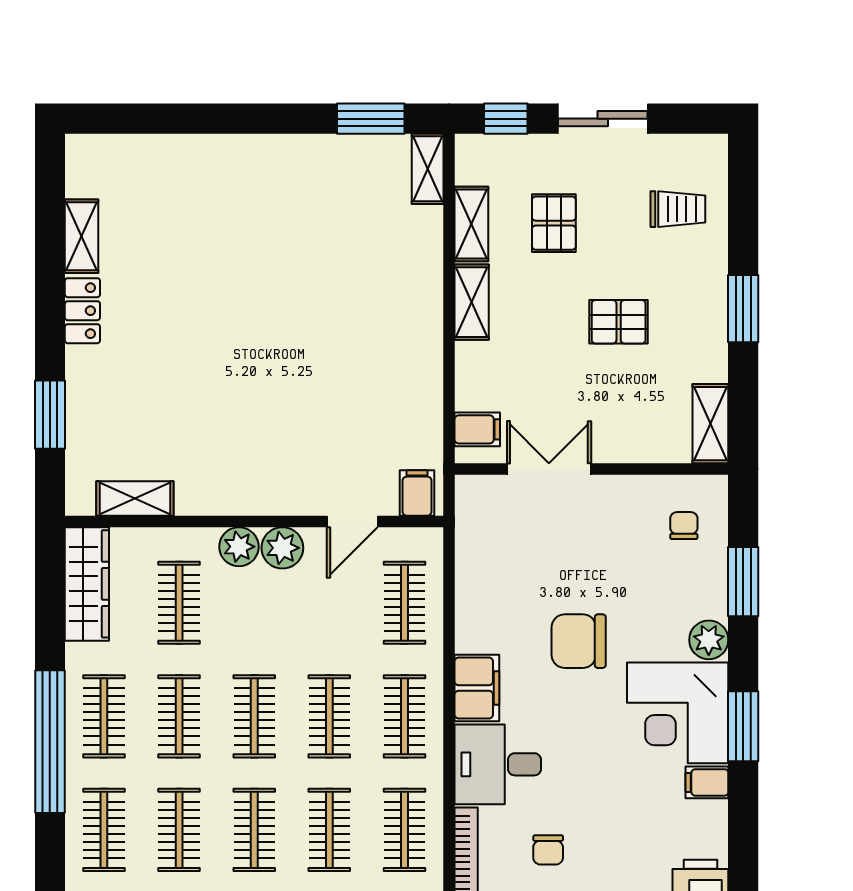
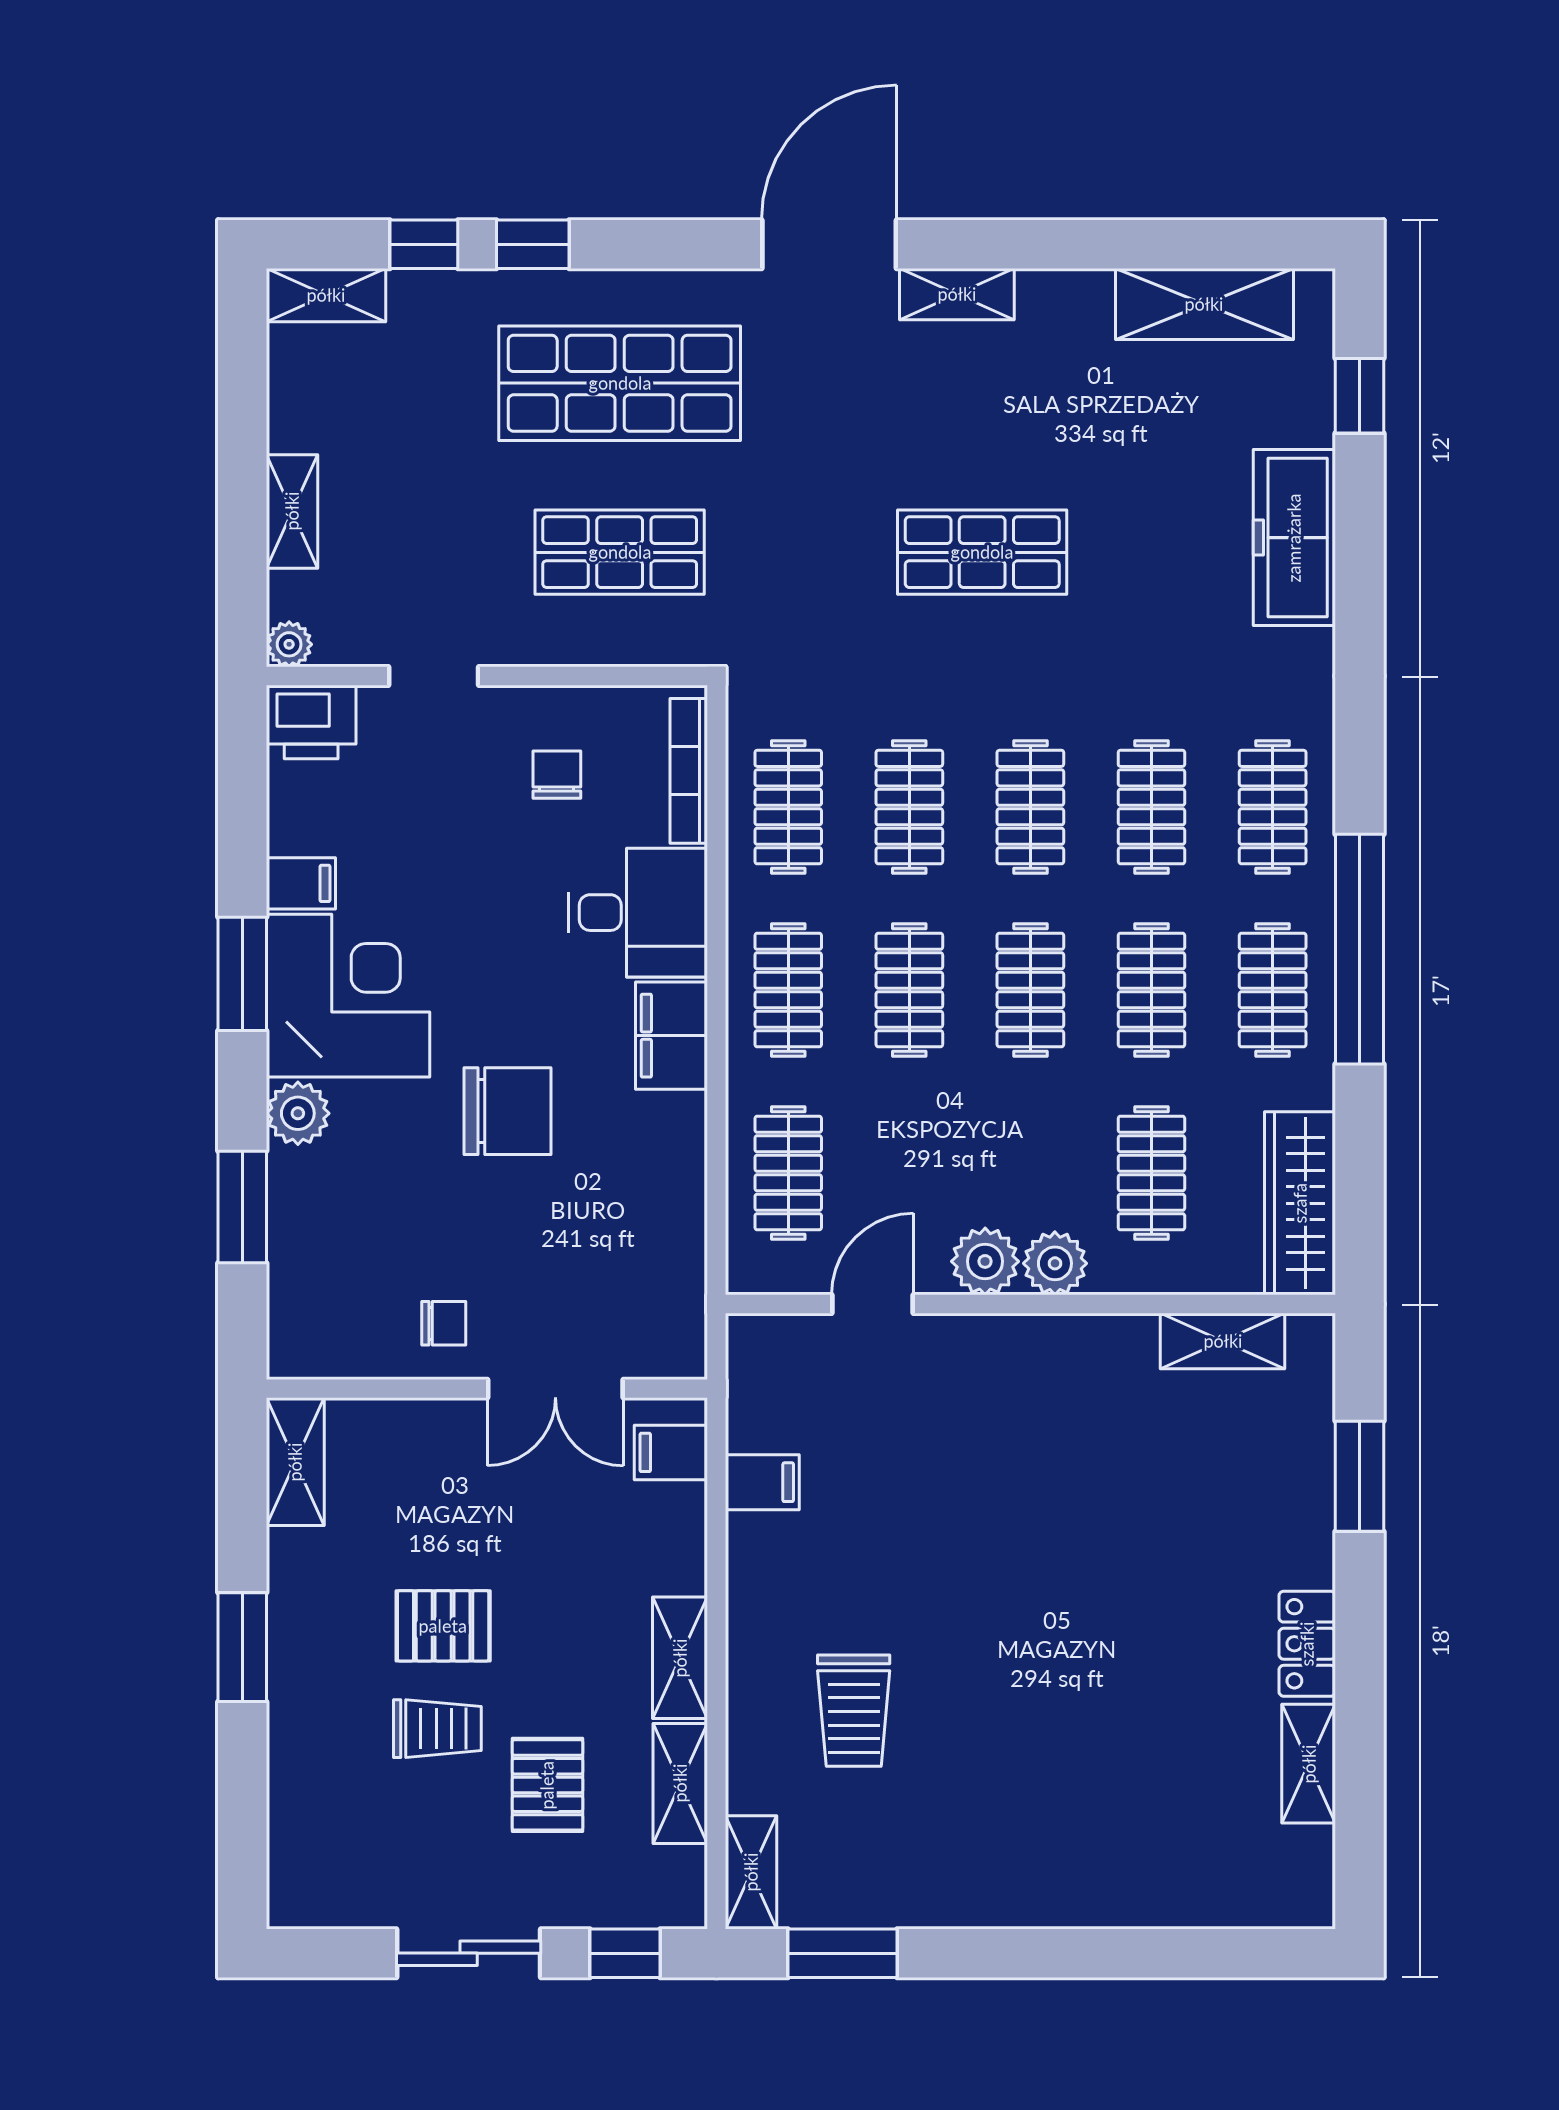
trolley: (678, 209) -> (437, 1729), moved, turned 180
trolley: (364, 269) -> (854, 1711), added
filing cabinet: (417, 493) -> (762, 1482), moved, turned -90
chair: (684, 526) -> (444, 1323), moved, turned -90

